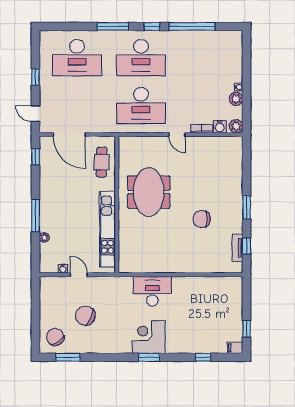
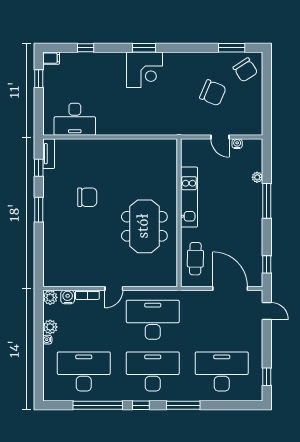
desk: (205, 58) -> (84, 371), added
window: (35, 77) -> (267, 377), moved
door: (177, 135) -> (114, 288), swing flipped
kitchen unit: (107, 229) -> (189, 197), width x0.73
tv unit: (237, 248) -> (49, 154), moved
desk: (152, 291) -> (75, 119), moved

